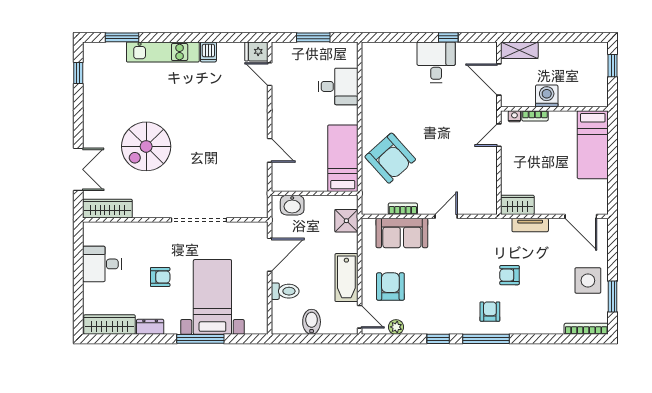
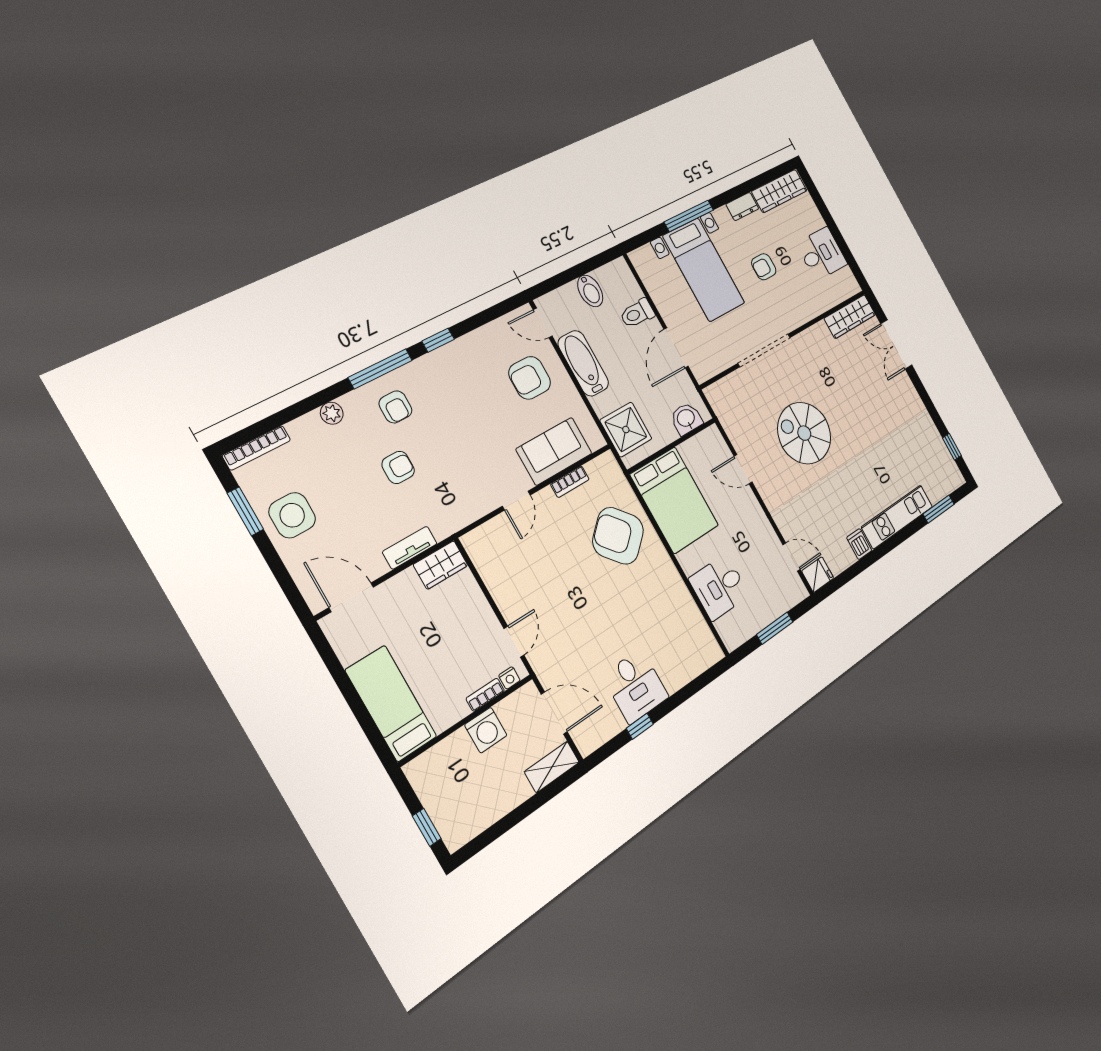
spiral stairs: (146, 146) -> (804, 433), moved, turned -90
bed: (343, 158) -> (674, 500), width x1.50
shower: (346, 221) -> (626, 430), width x1.36, depth x1.36
armchair: (390, 287) -> (530, 378), turned 90
plant: (396, 327) -> (332, 413), moved

